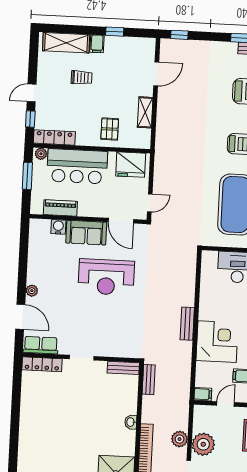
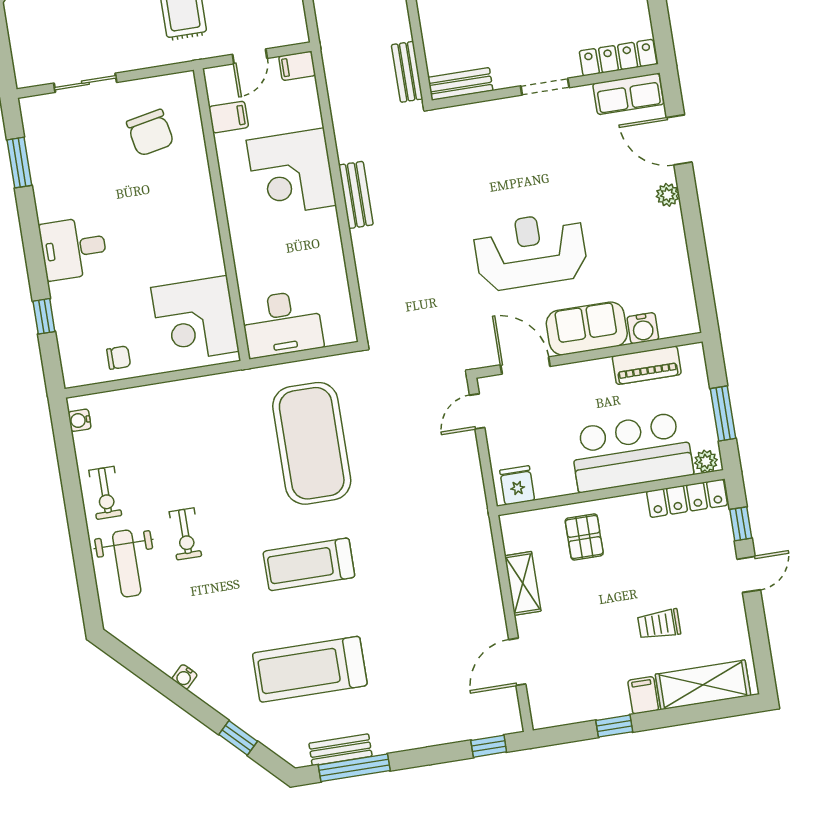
fridge: (131, 165) -> (517, 485), width x0.53, depth x0.75

